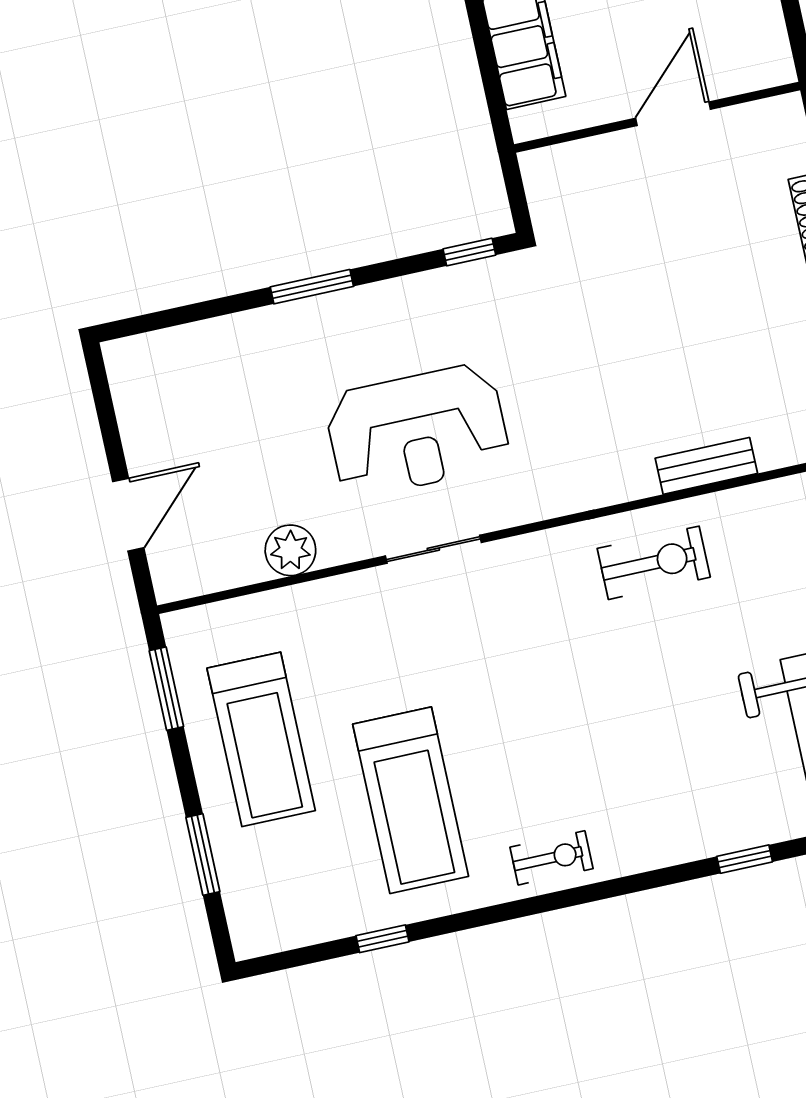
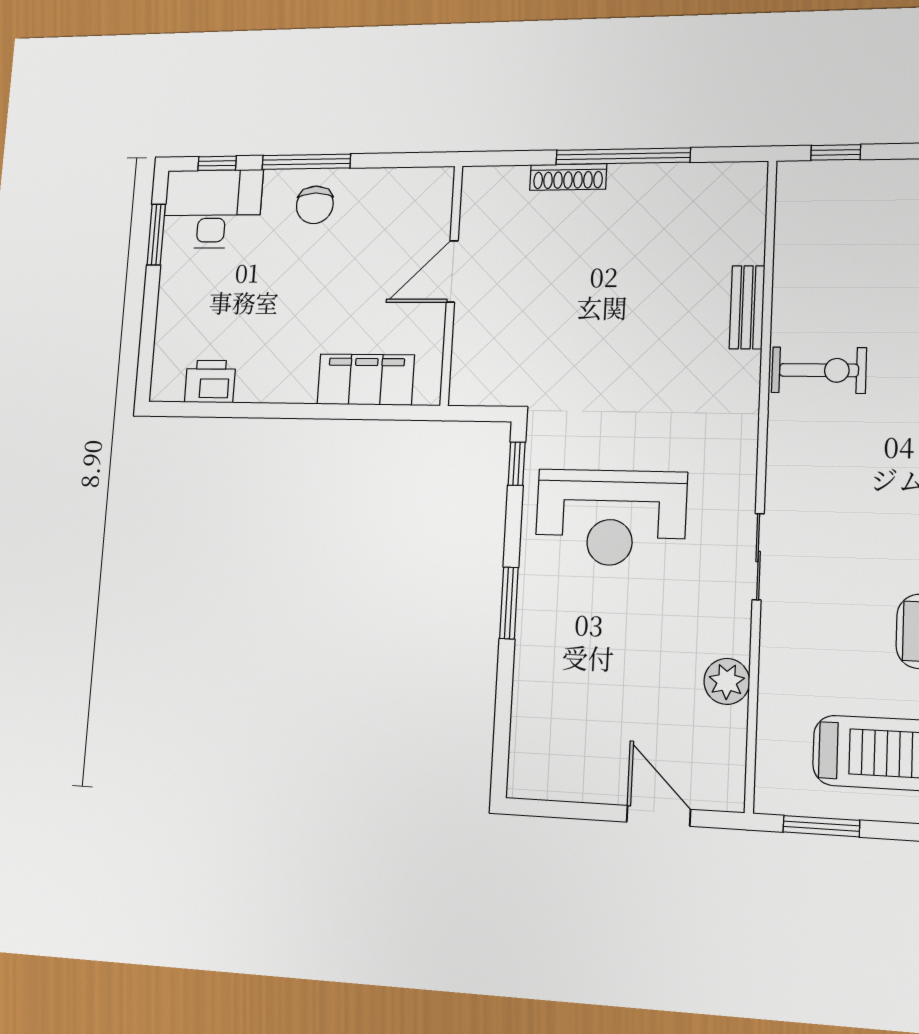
door: (673, 114) -> (452, 272), hinge flipped
reception desk: (417, 431) -> (611, 518), moved, turned 90
exercise bike: (654, 563) -> (819, 370), turned 90

